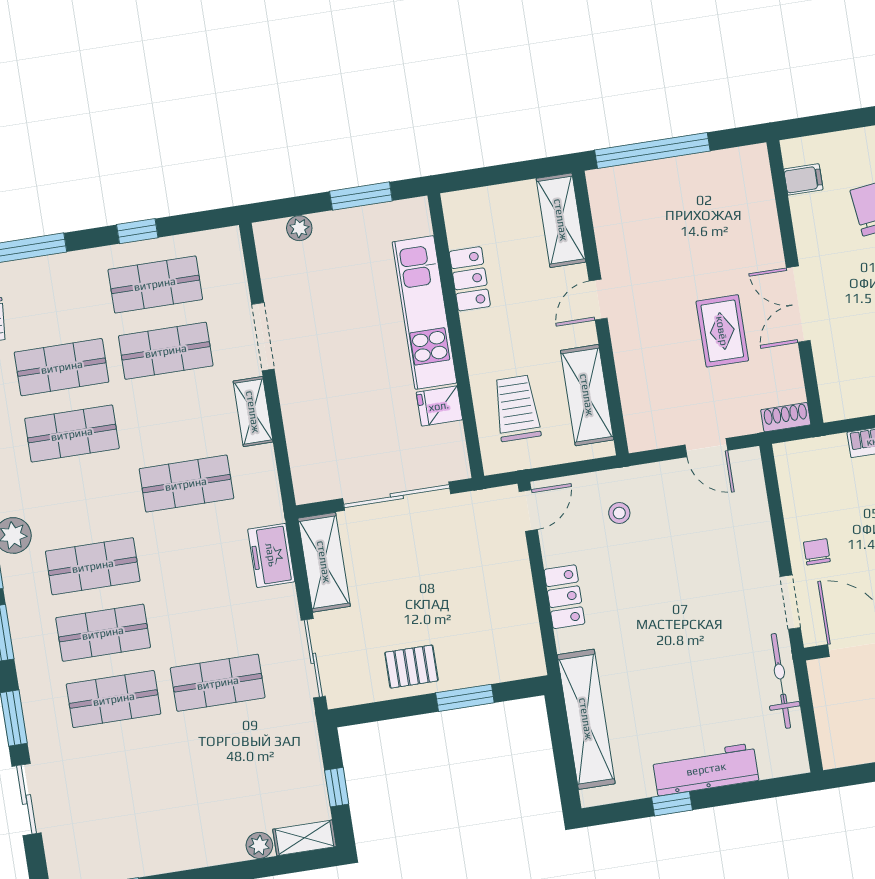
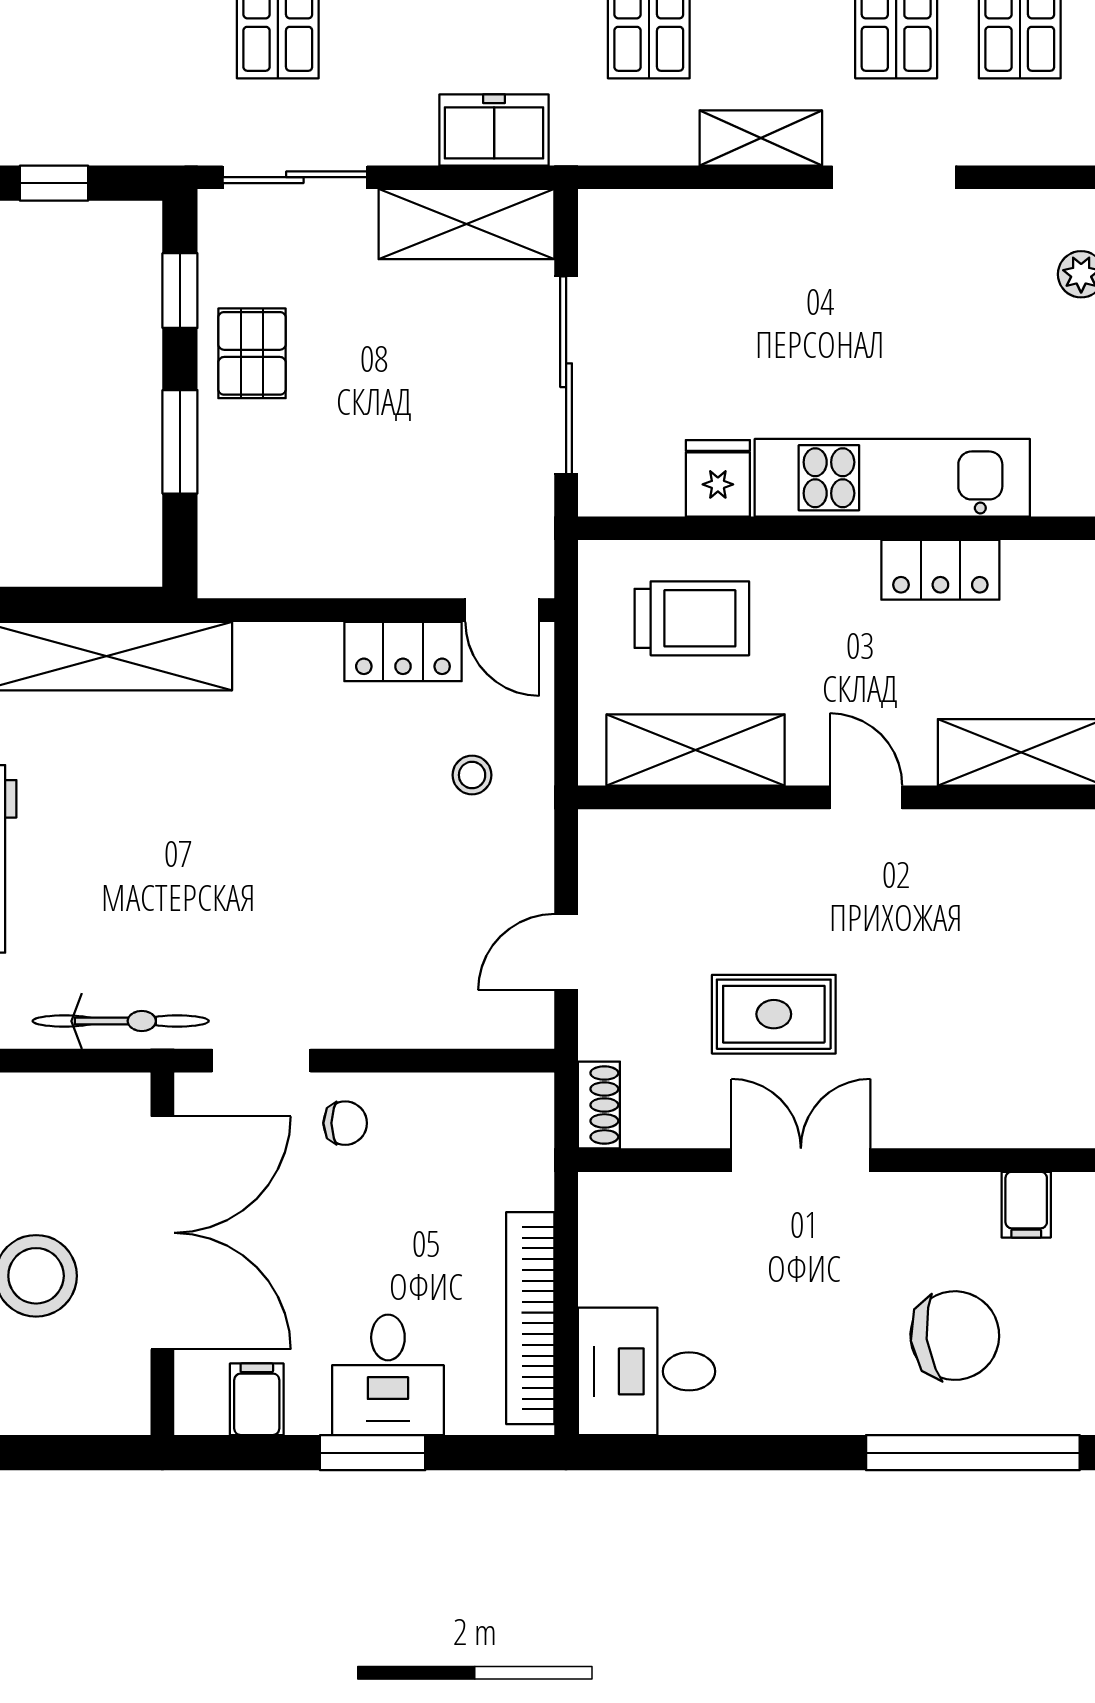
locker: (564, 597) -> (403, 652), moved
window: (384, 711) -> (180, 291), added

